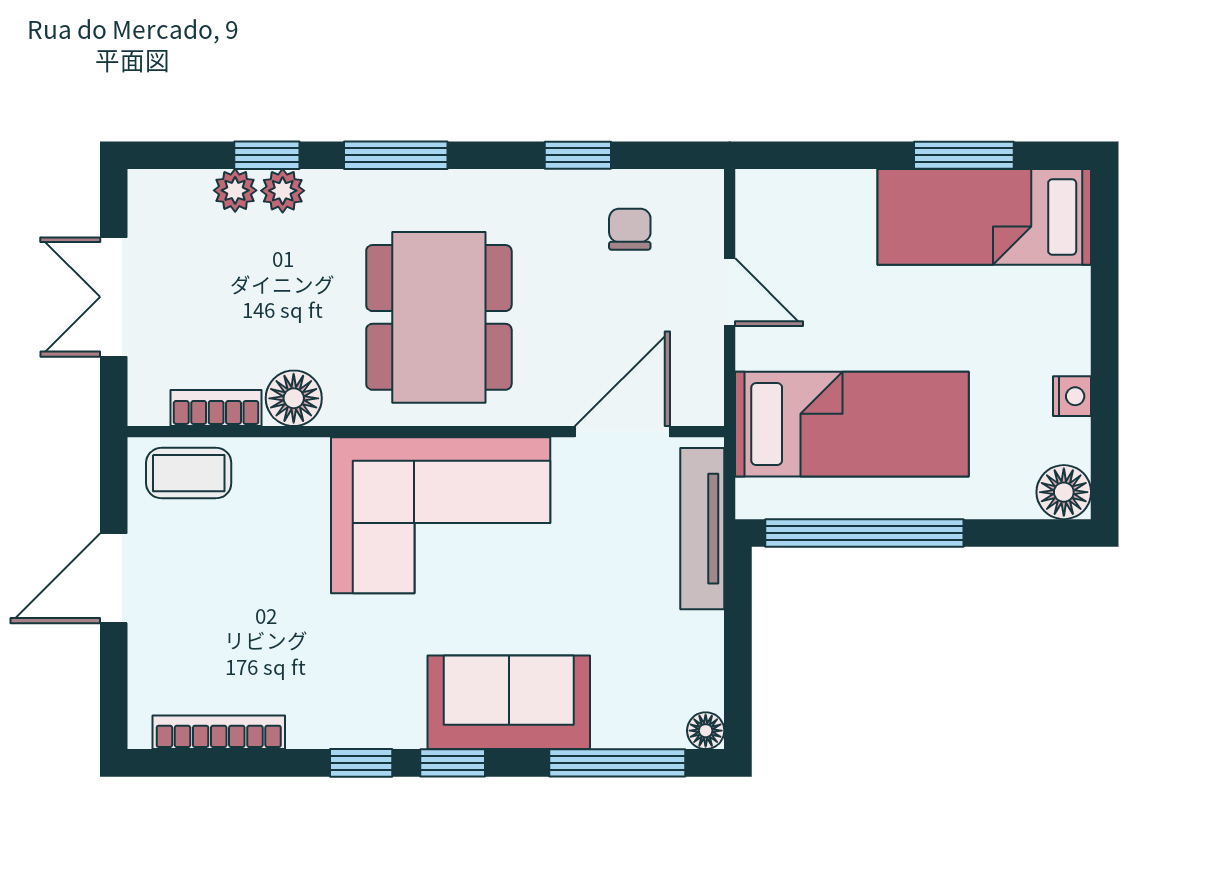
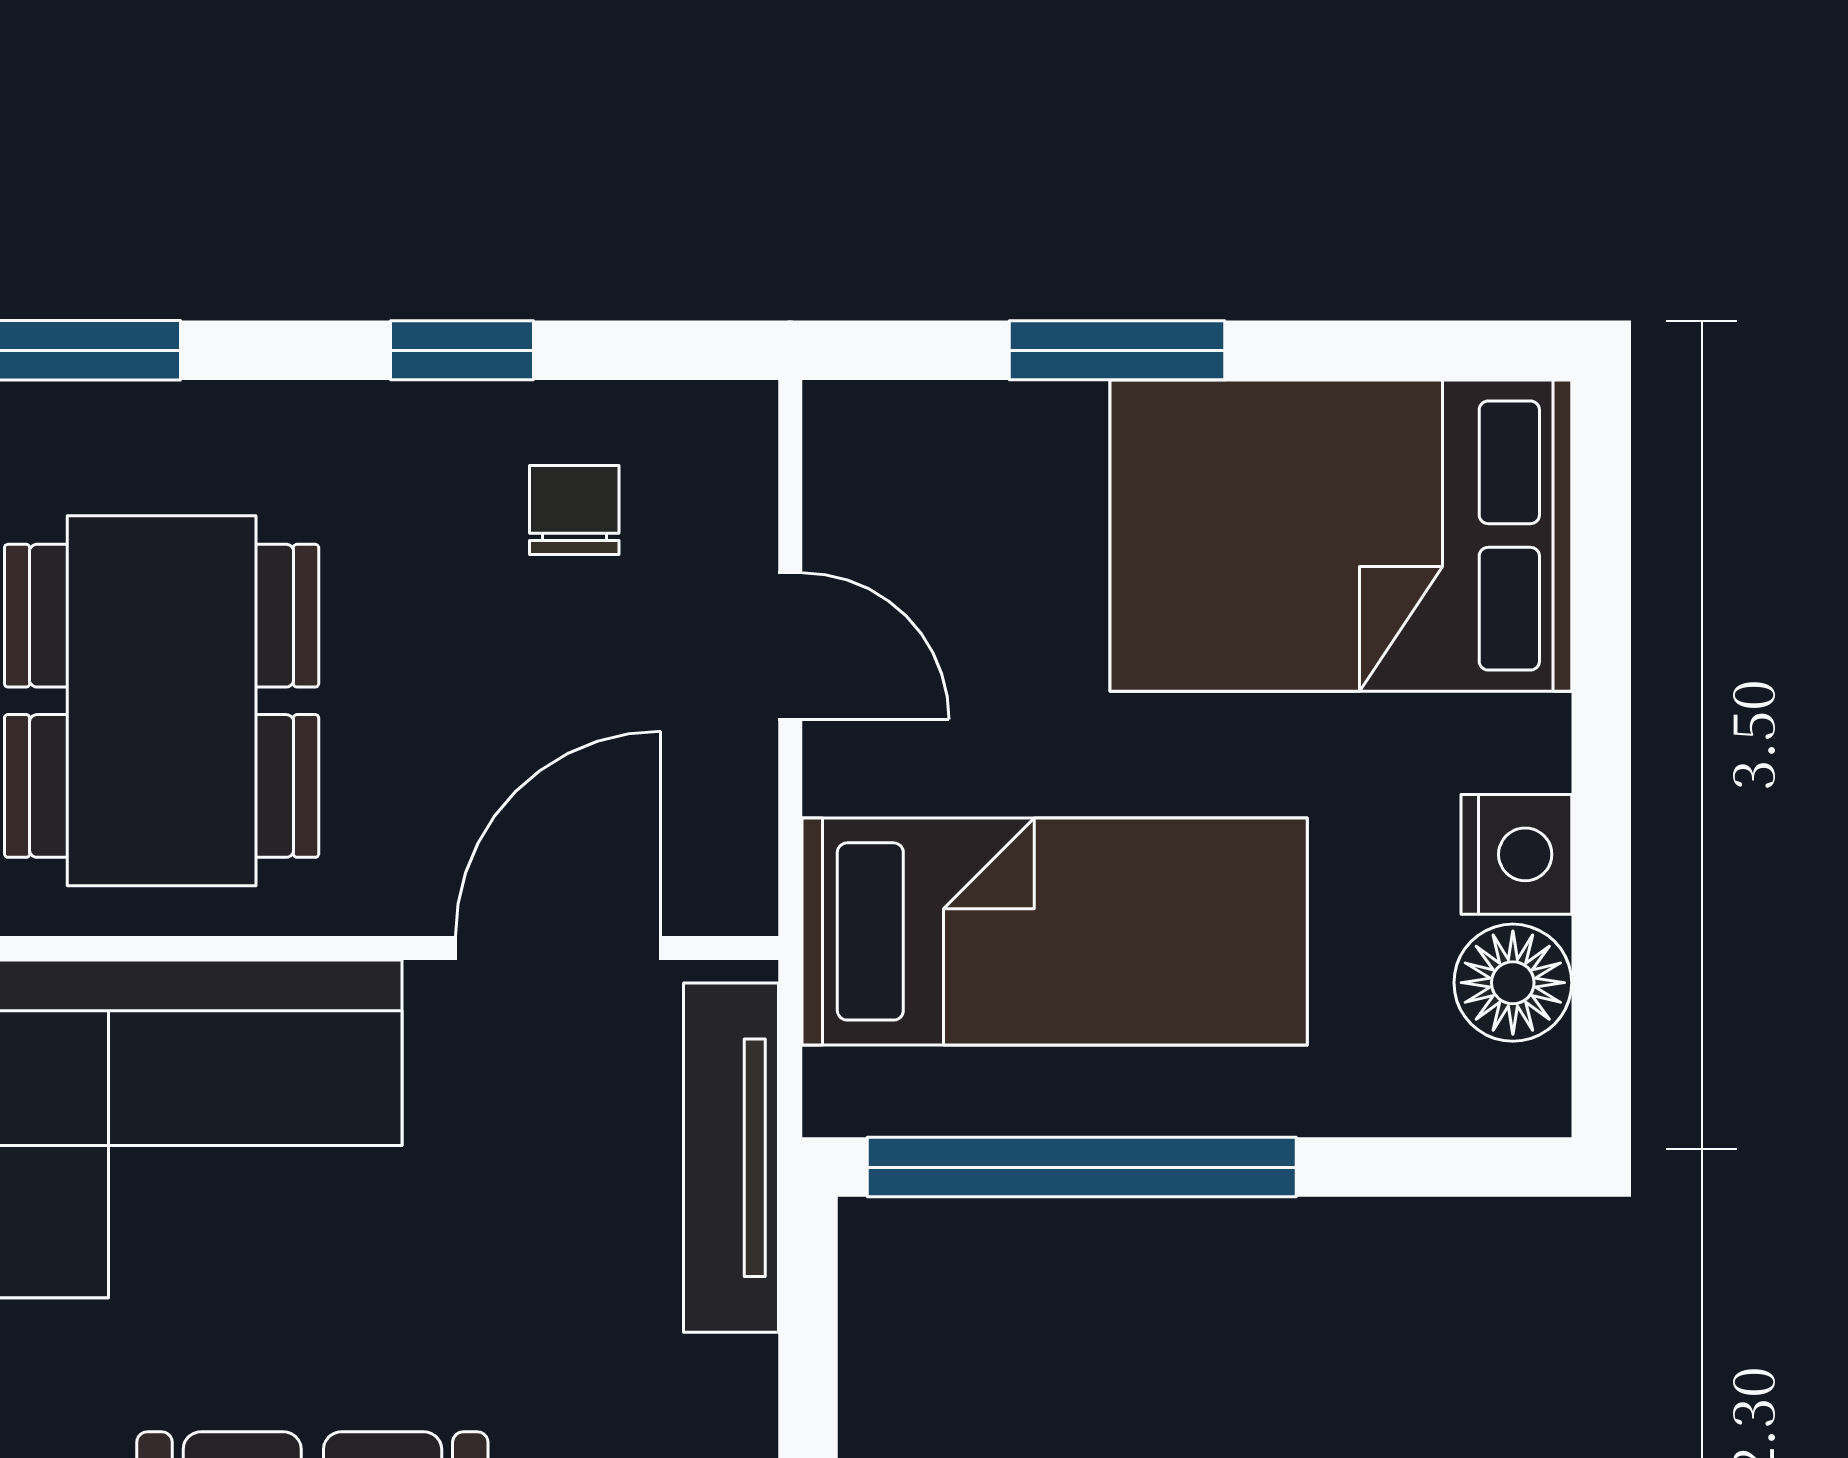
window: (964, 155) -> (1117, 350), moved
bed: (984, 217) -> (1341, 536), width x1.50
nightstand: (1072, 396) -> (1516, 854), width x1.39, depth x1.35
floor lamp: (1064, 492) -> (1513, 983), moved

